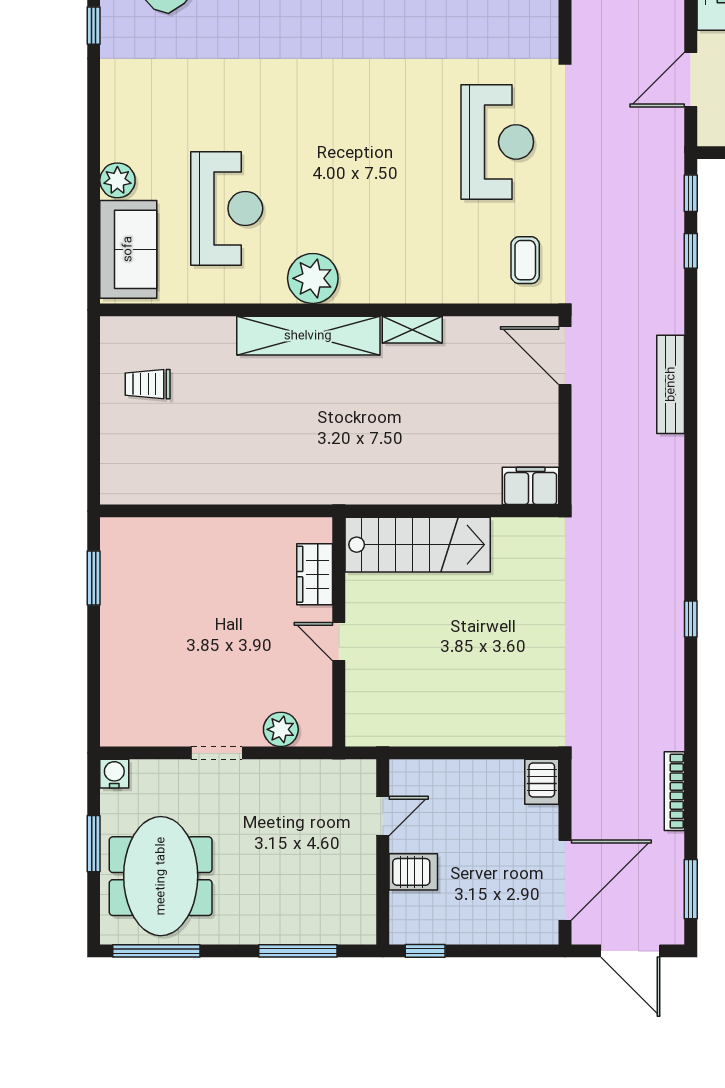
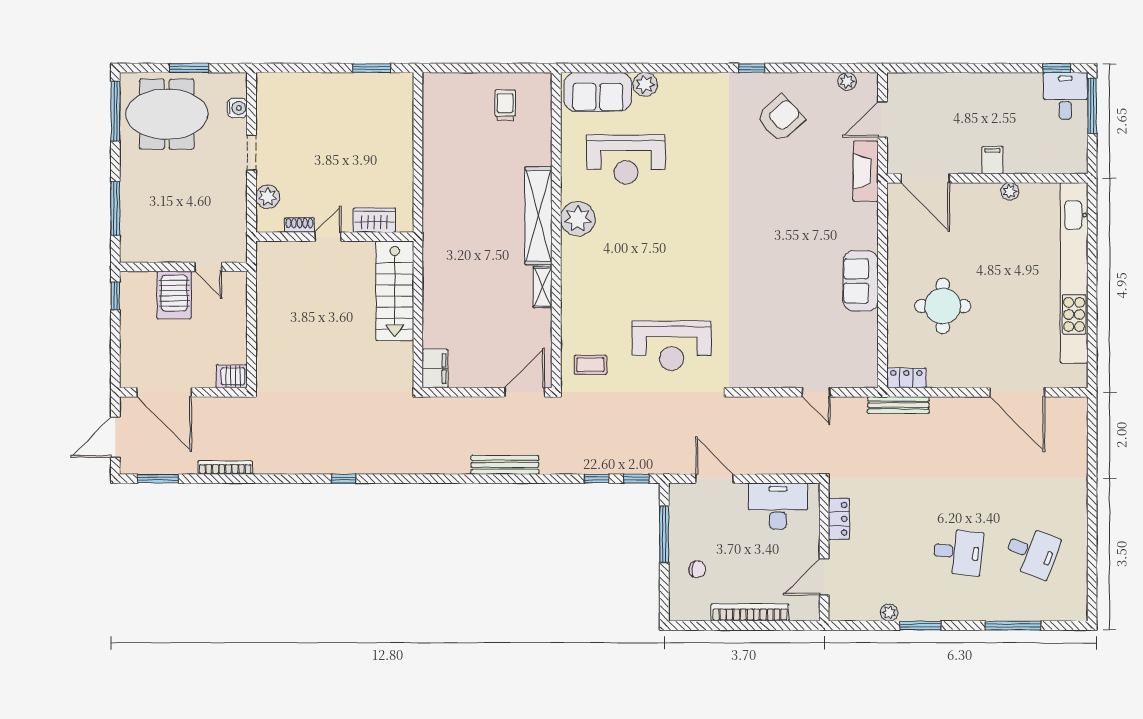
shoe rack: (322, 683) -> (299, 225), added
water cooler: (114, 774) -> (237, 108), moved
server rack: (413, 872) -> (174, 295), width x1.36, depth x1.44

